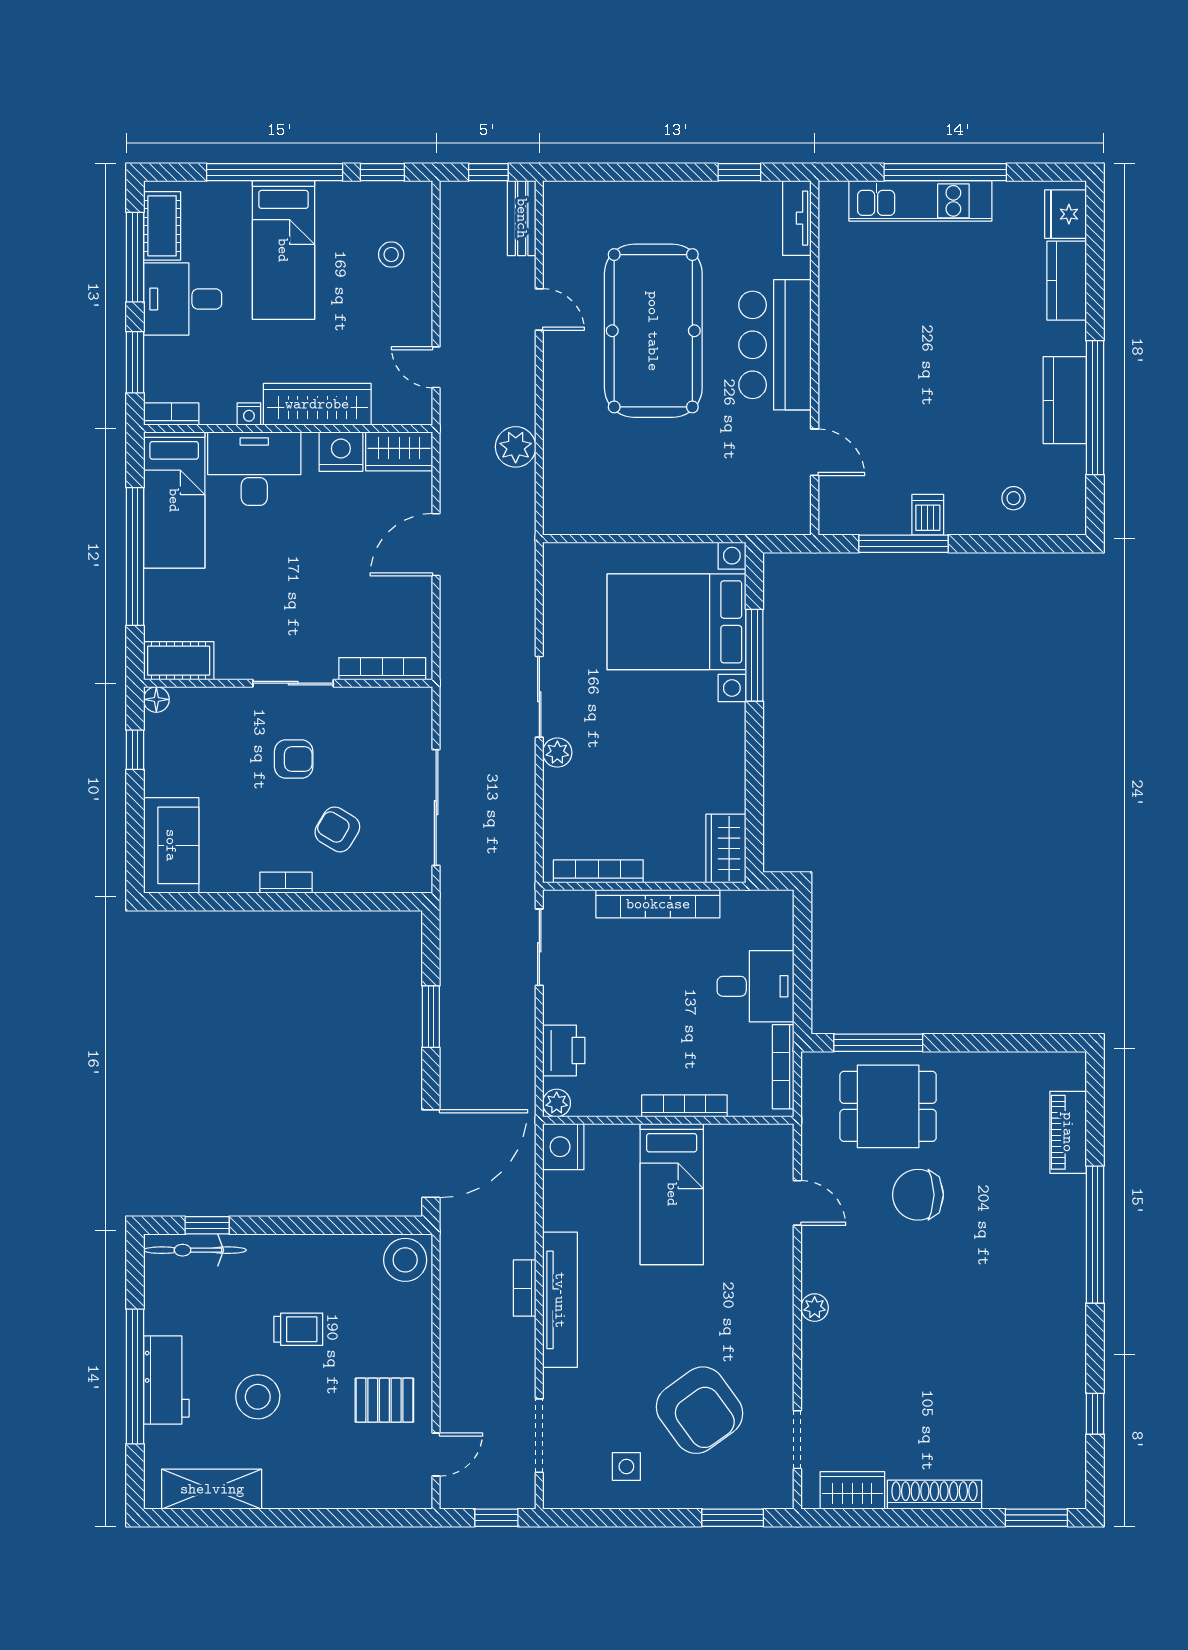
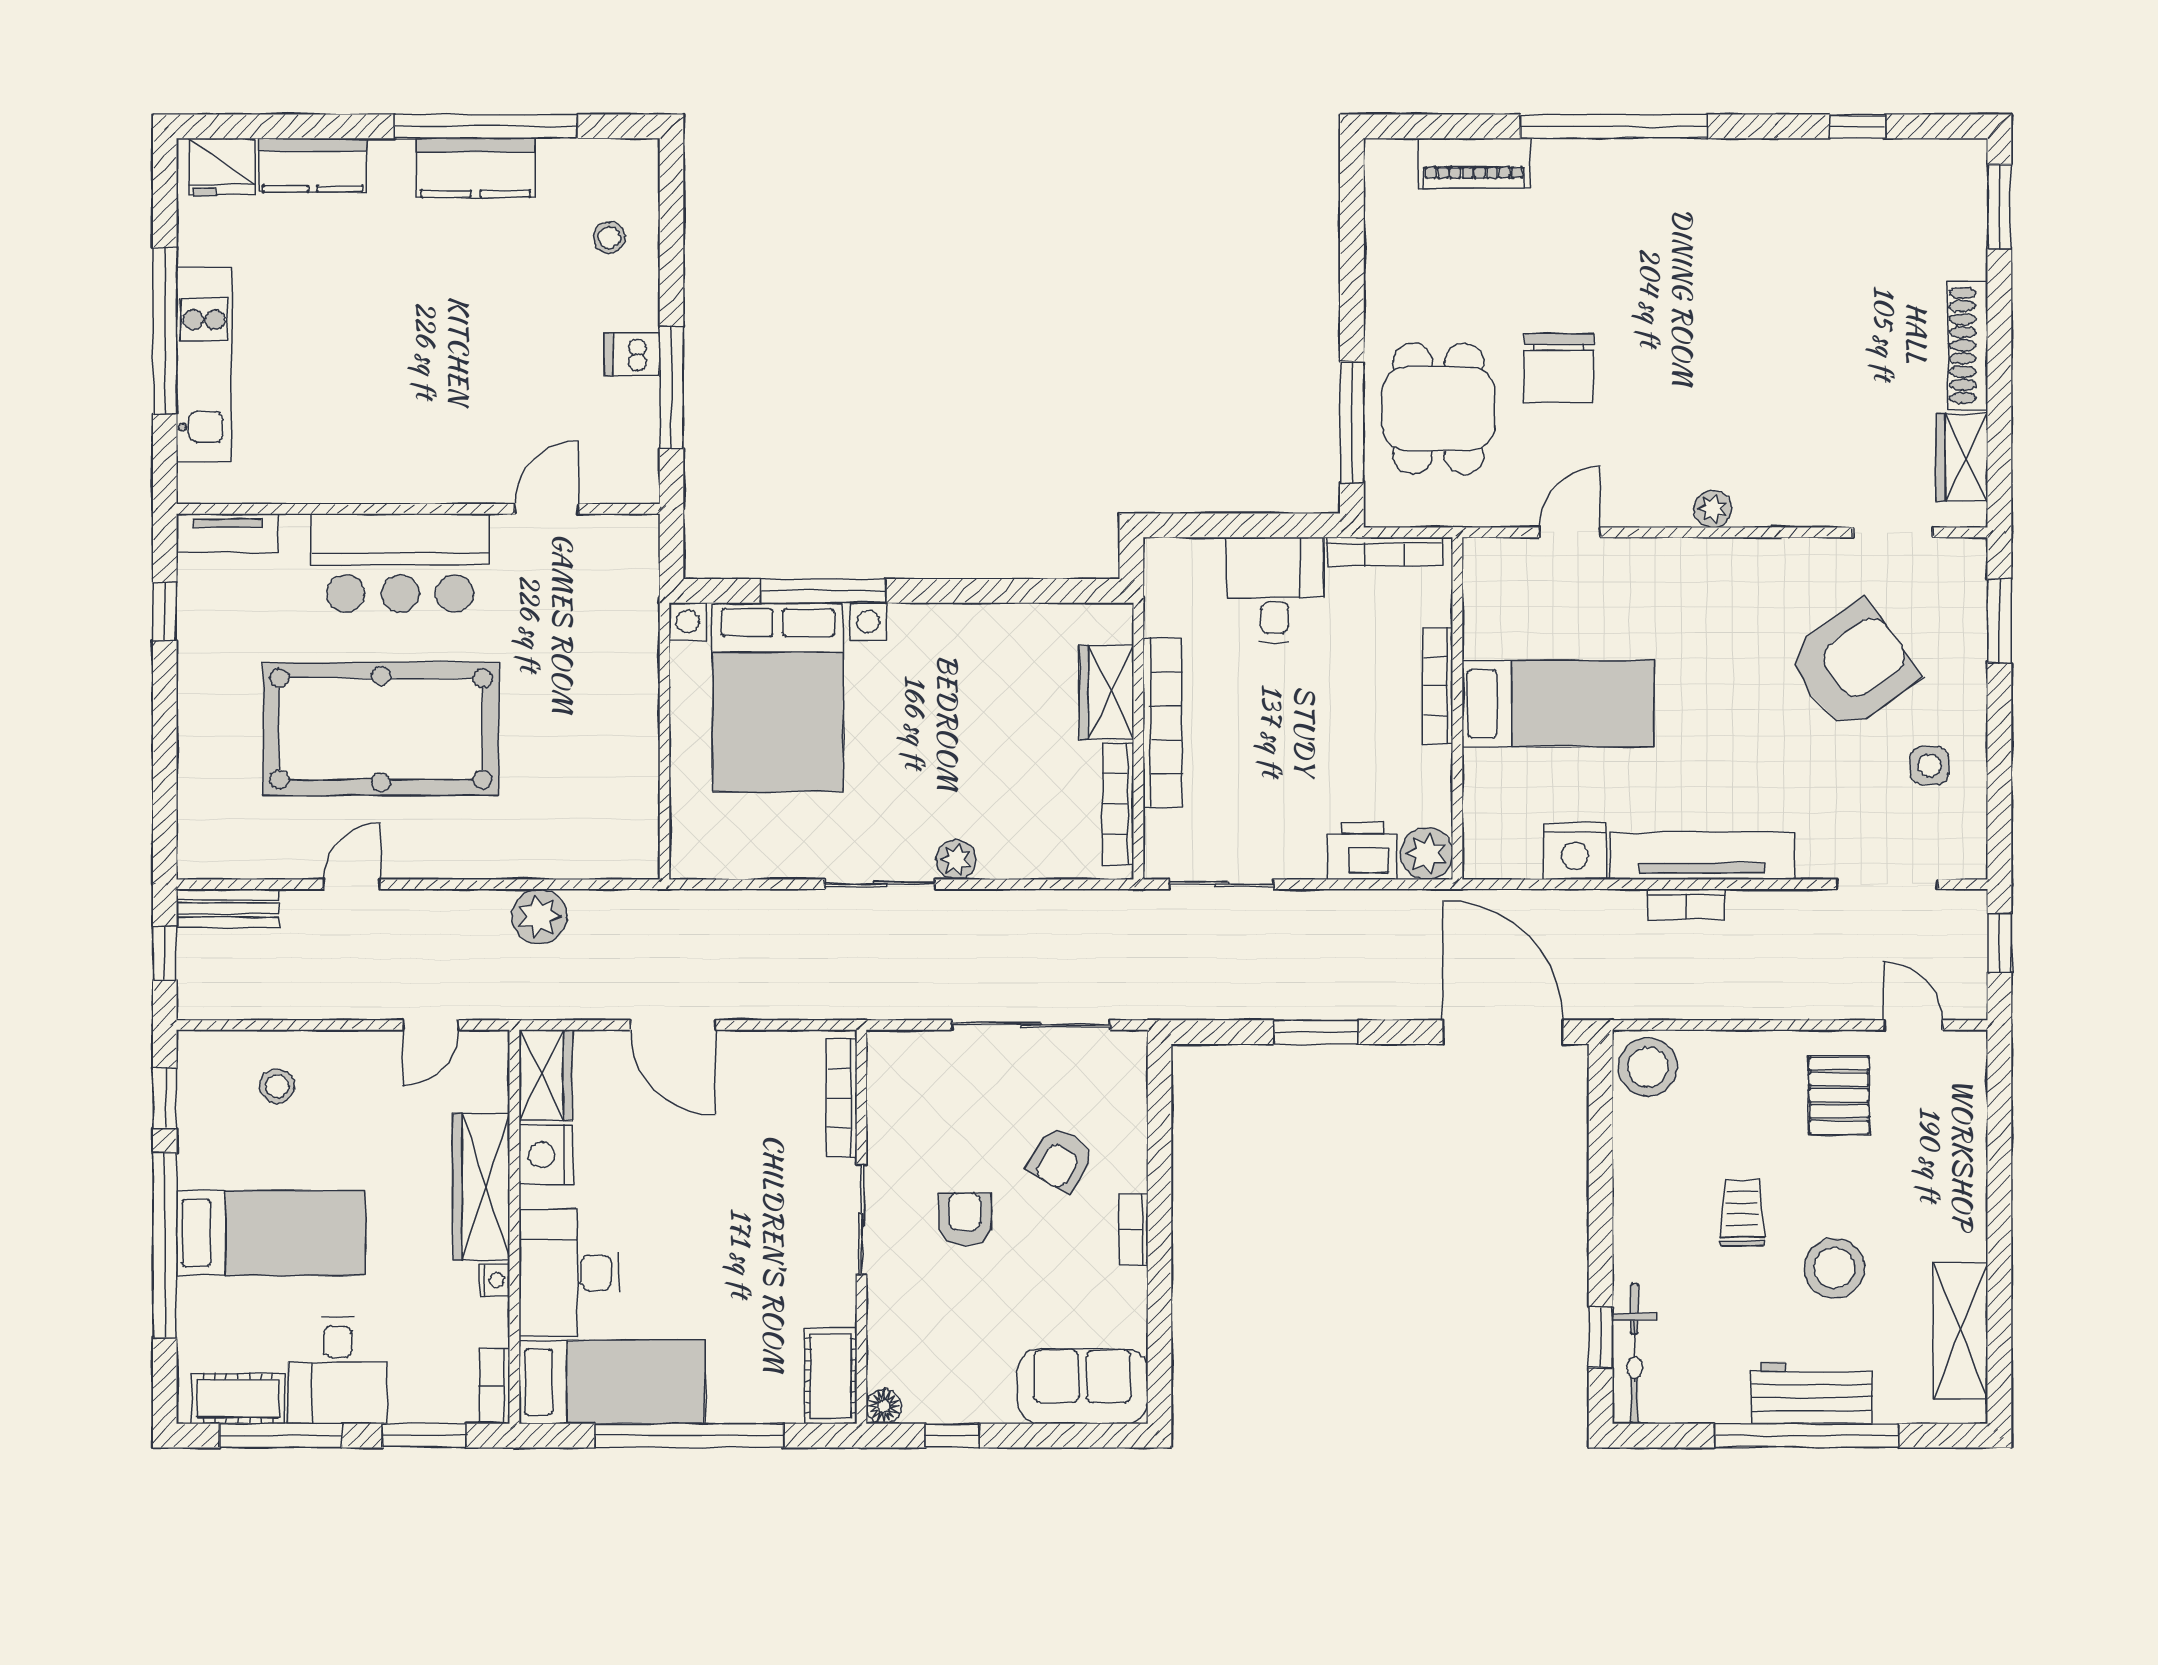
wardrobe: (726, 848) -> (1107, 692), moved, turned 90
plant: (557, 1103) -> (1427, 854), width x1.38, depth x1.38
nightstand: (563, 1147) -> (1575, 851), moved

